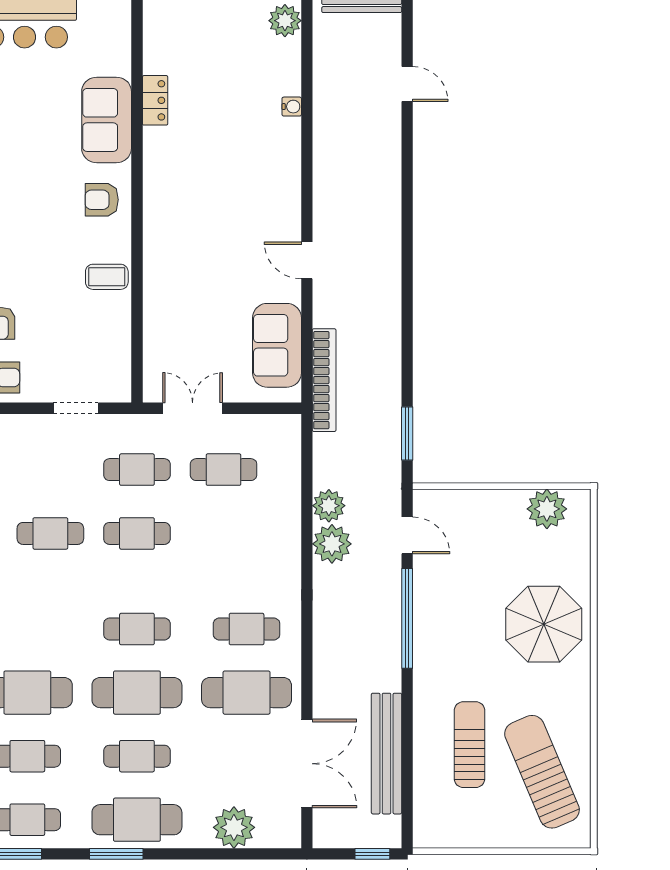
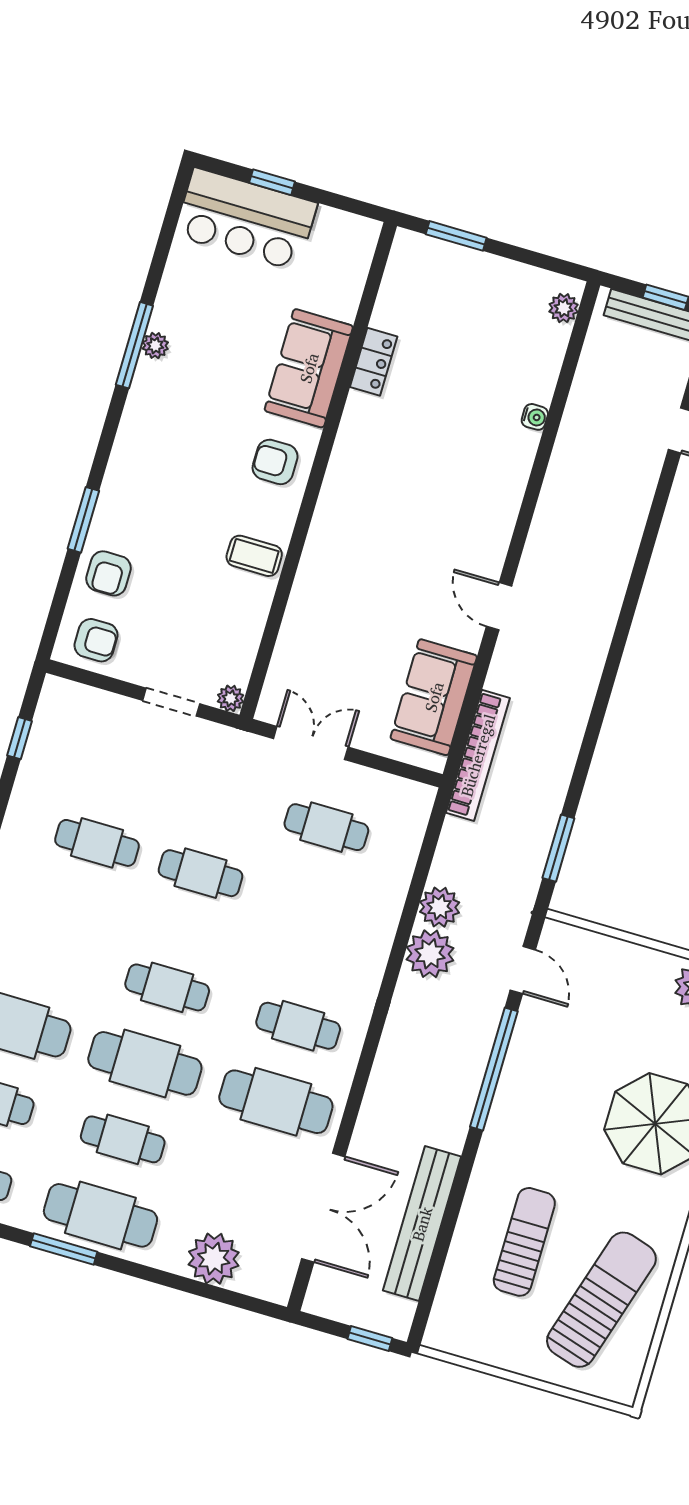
plant: (285, 21) -> (564, 308), width x0.73, depth x0.73
plant: (121, 392) -> (231, 698), added
cafe table: (137, 470) -> (223, 797), removed
sun lounger: (542, 772) -> (601, 1300), turned 40

